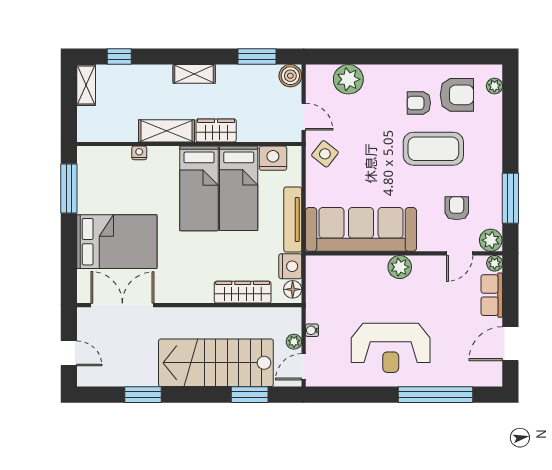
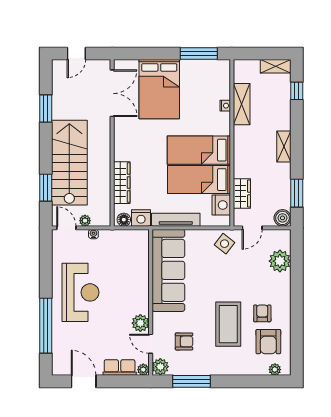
wardrobe: (216, 130) -> (242, 194), moved
shelving: (167, 131) -> (242, 104), moved
plant: (400, 267) -> (140, 323), moved
reception desk: (391, 348) -> (80, 292), turned 180

